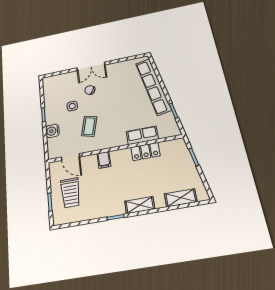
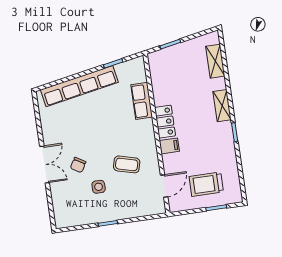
water cooler: (52, 131) -> (130, 210), removed
locker: (145, 152) -> (165, 122), moved
trolley: (70, 193) -> (206, 184), turned 180

